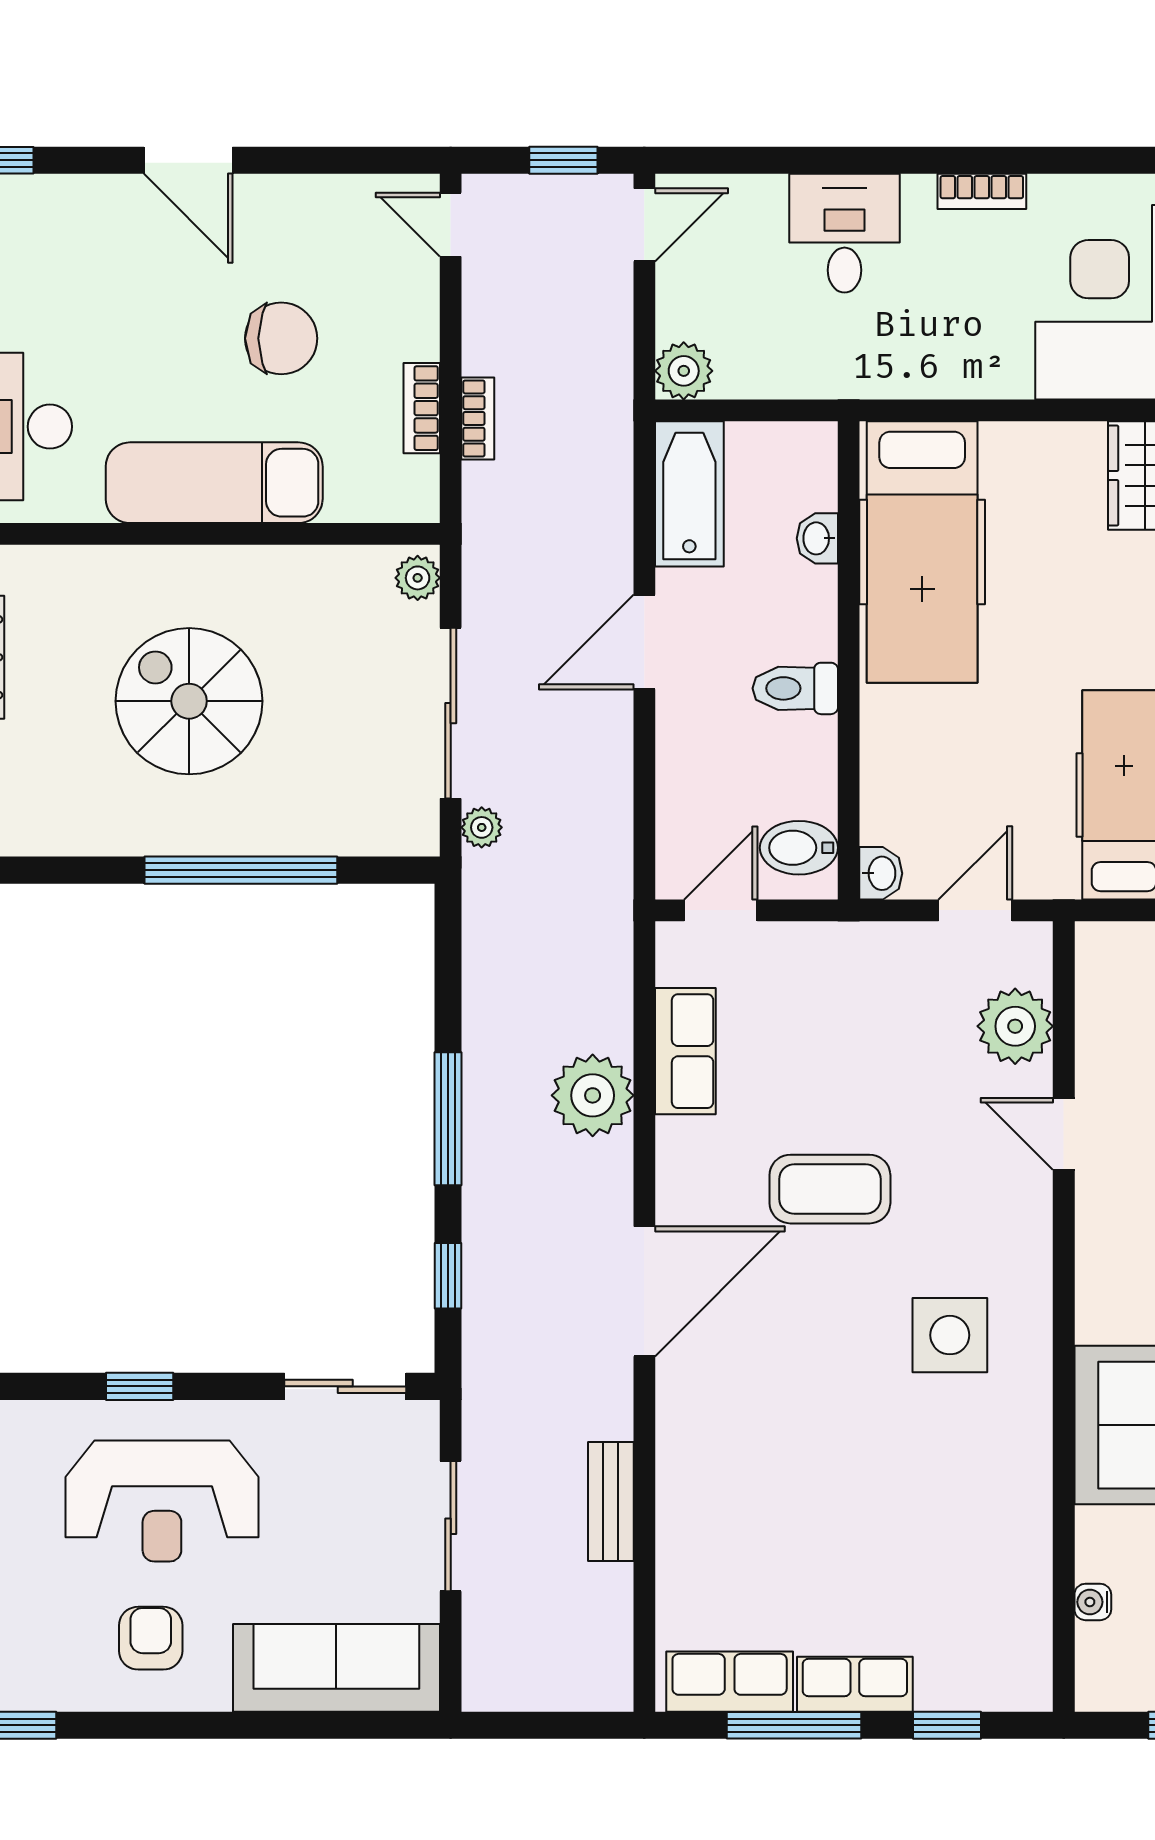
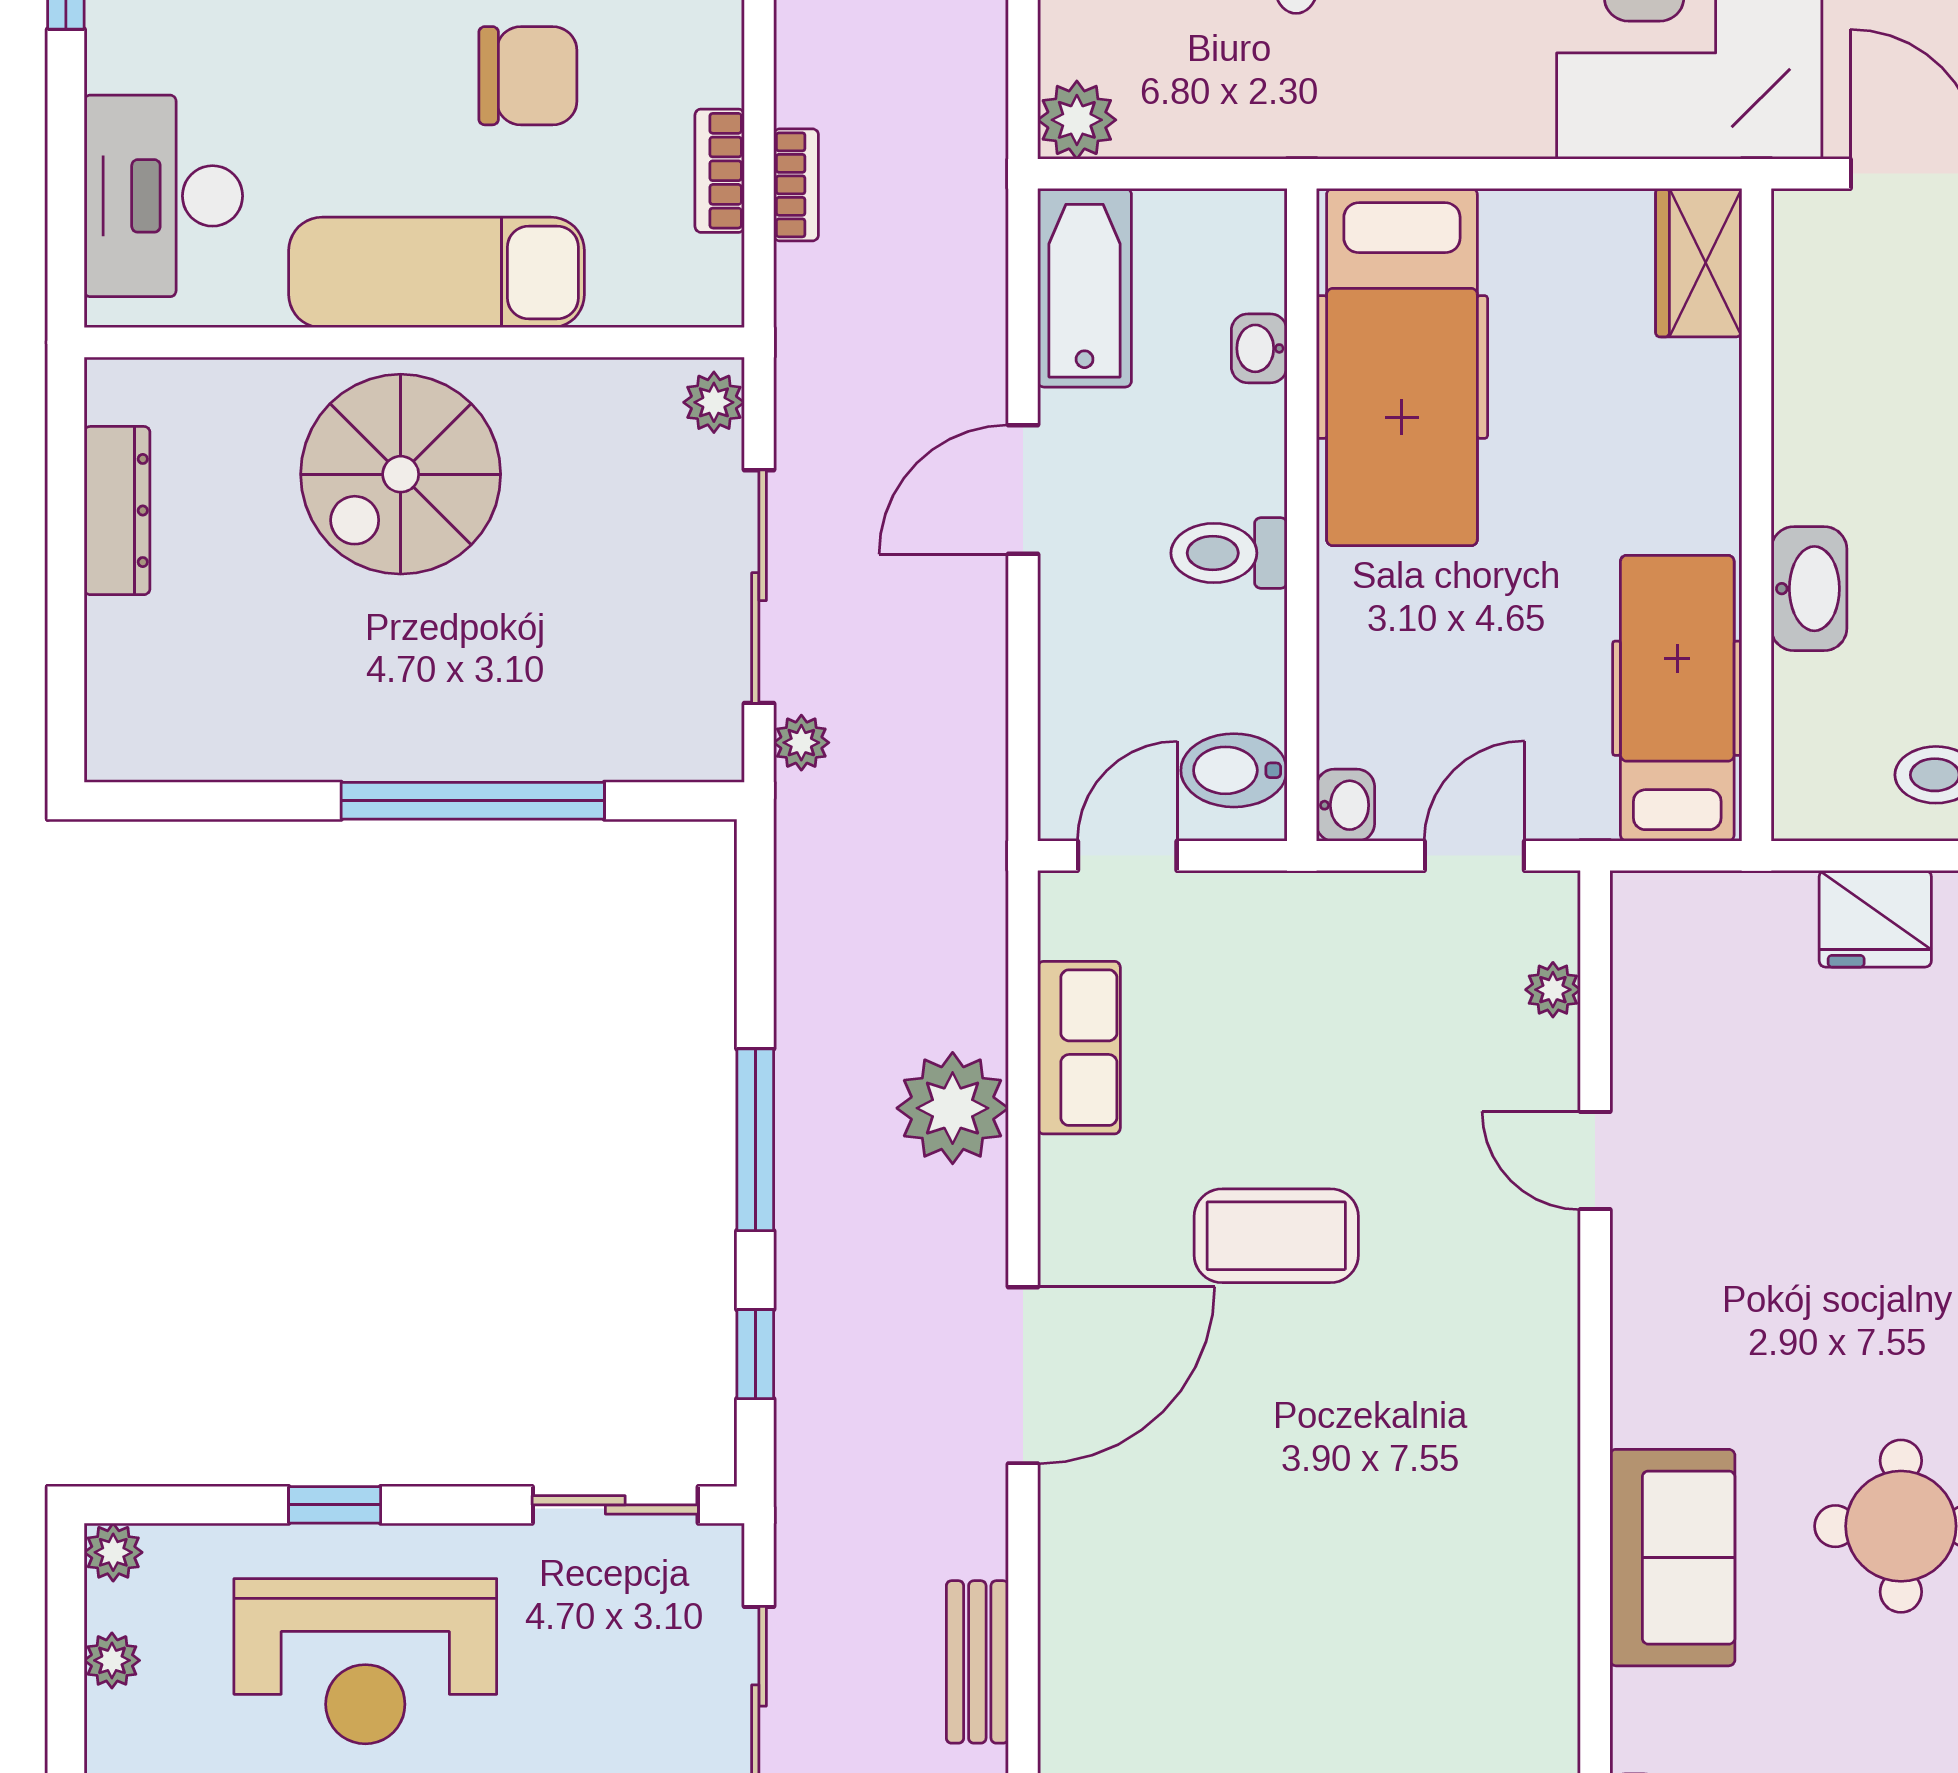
spiral stairs: (189, 701) -> (401, 474), moved, turned -90
plant: (1015, 1026) -> (1553, 990), width x0.53, depth x0.53
side table: (950, 1335) -> (1440, 1435), removed

